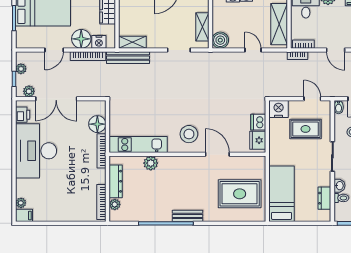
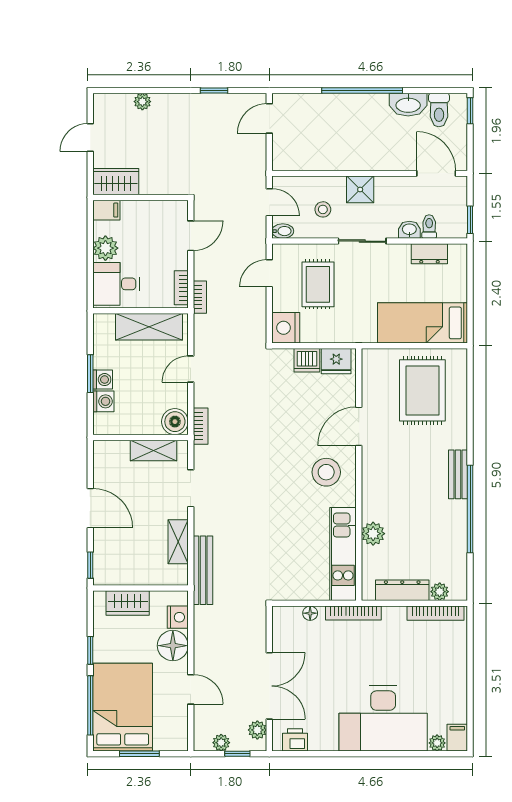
shelving: (132, 42) -> (178, 542), moved
bookcase: (88, 56) -> (201, 426), moved, width x0.64
floor lamp: (97, 124) -> (310, 613), width x0.53, depth x0.53
desk: (36, 151) -> (383, 718), moved

